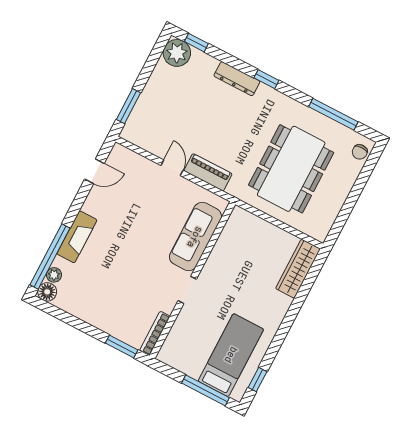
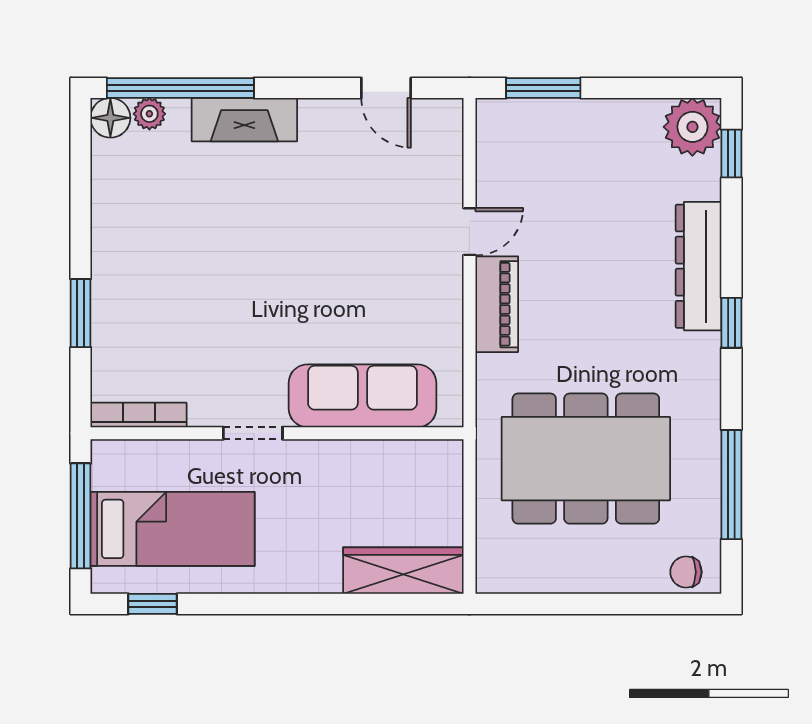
dresser: (237, 79) -> (699, 266), width x1.37, depth x1.24
sofa: (195, 237) -> (363, 396), moved
wall: (192, 280) -> (277, 433), moved
doorway: (187, 290) -> (253, 433), moved
bookcase: (155, 333) -> (139, 415), moved

